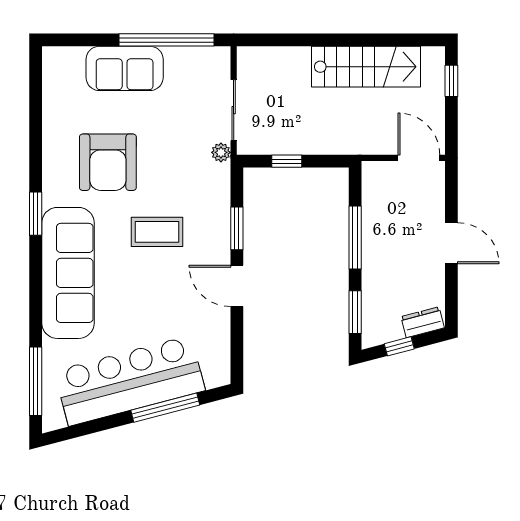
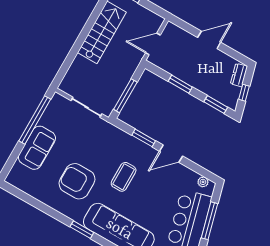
plant: (221, 152) -> (203, 182), moved
door: (419, 158) -> (153, 44), moved
window: (287, 161) -> (125, 96), width x2.17
armchair: (108, 162) -> (77, 181), turned 180
window: (355, 238) -> (180, 84), width x0.69

